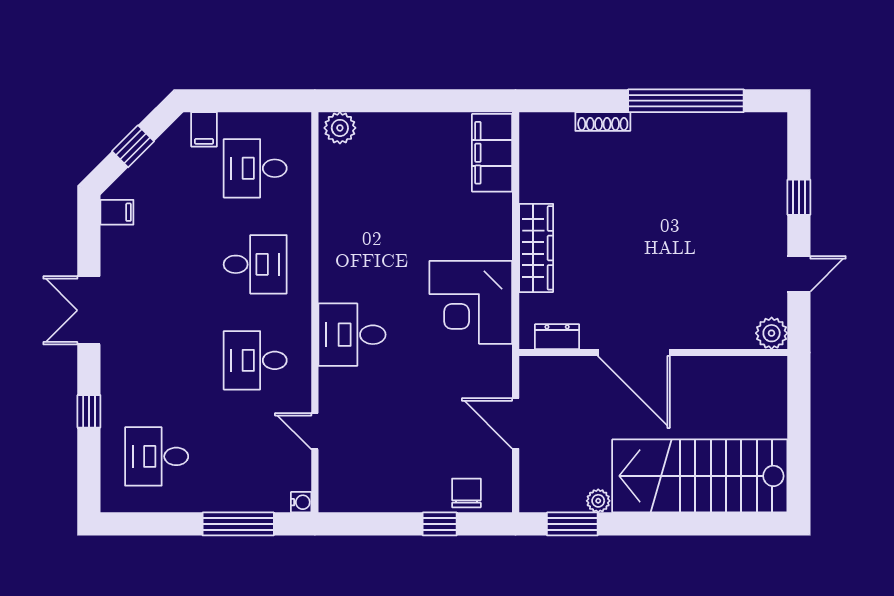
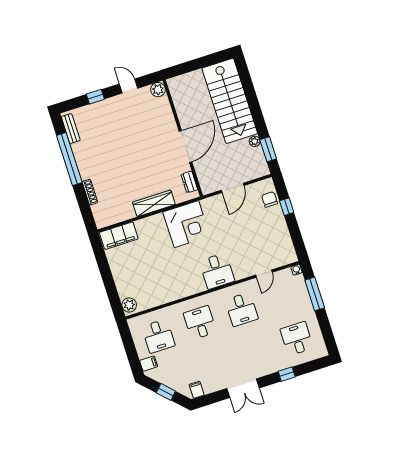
bench: (749, 124) -> (71, 128), added
desk: (157, 456) -> (297, 339), turned 180
chair: (466, 493) -> (270, 199), turned 90

